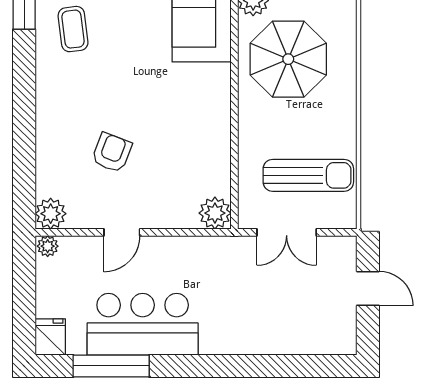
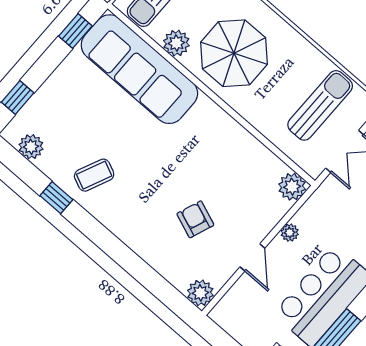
coffee table: (73, 29) -> (94, 175), turned -59
plant: (48, 246) -> (290, 233), moved

